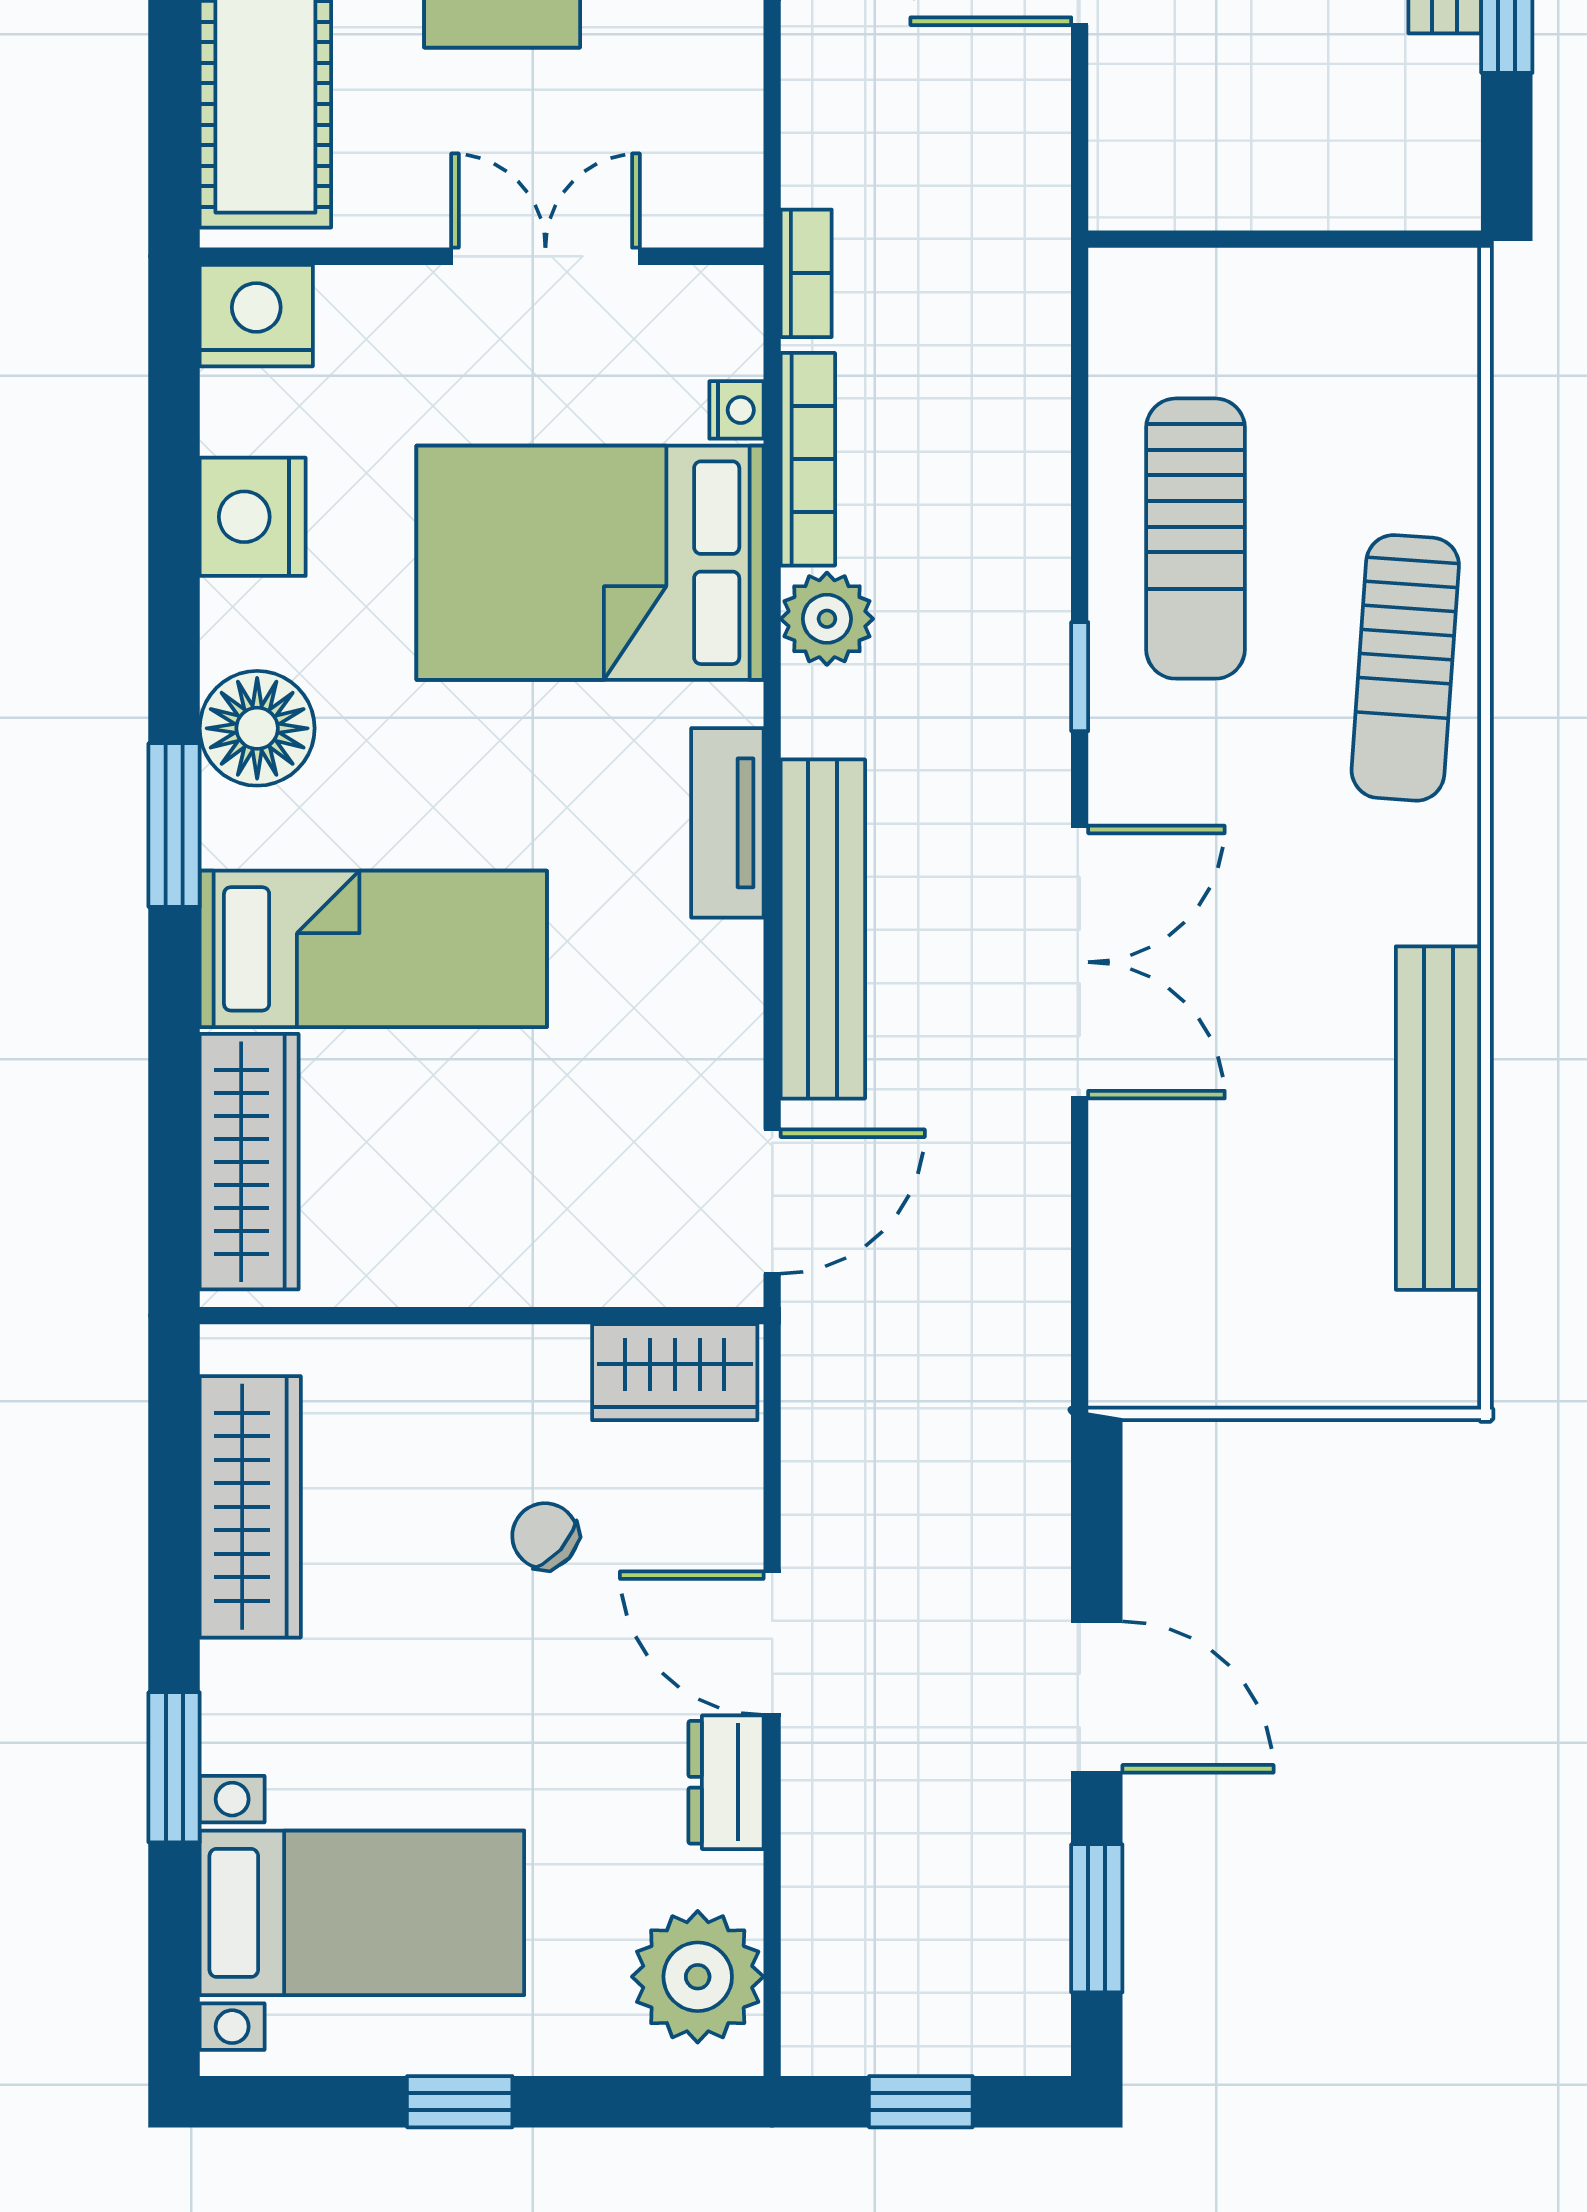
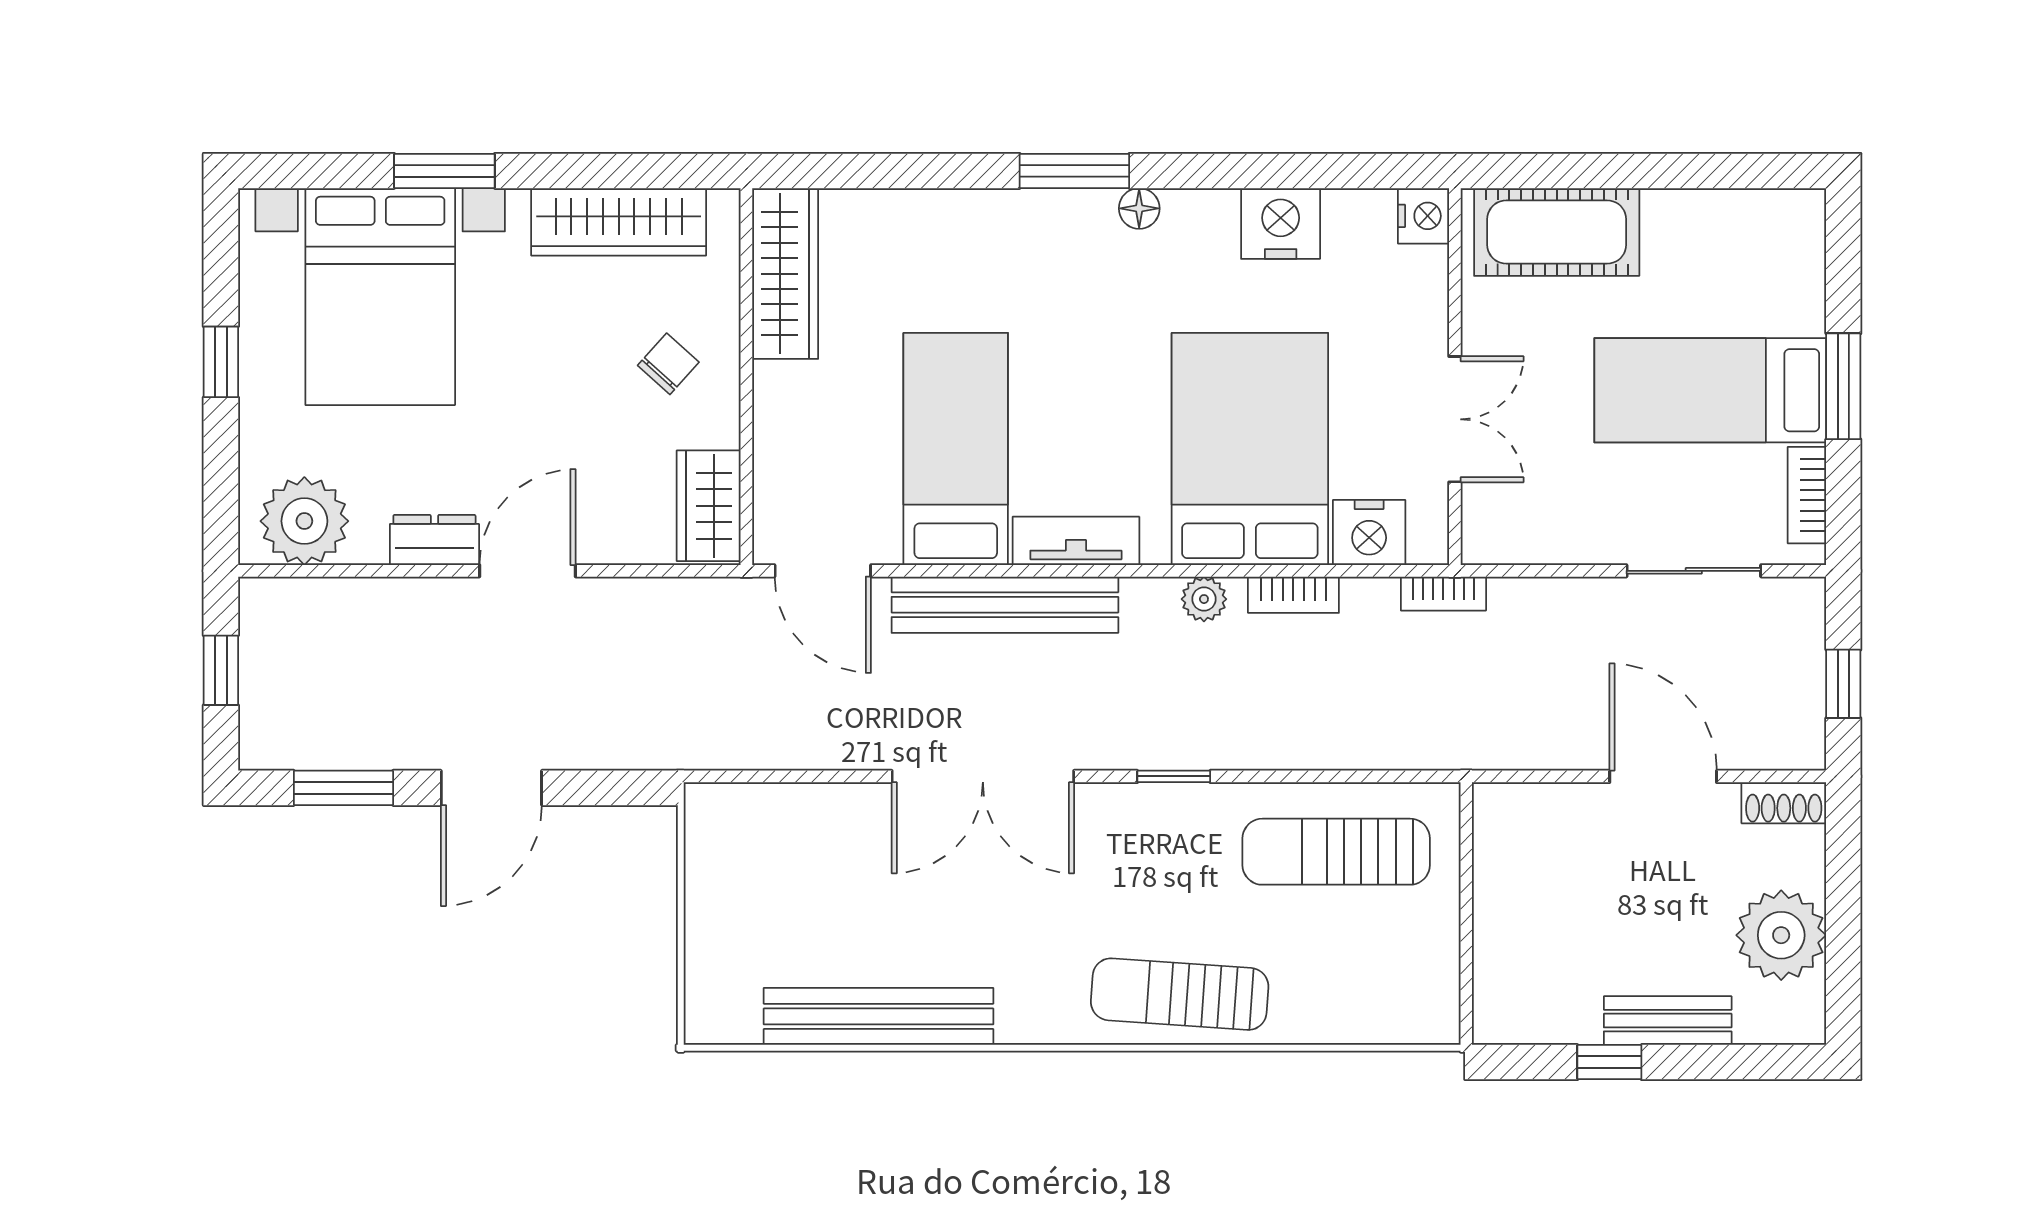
nightstand: (256, 316) -> (1423, 216), width x0.74, depth x0.75
nightstand: (736, 410) -> (1369, 533), width x1.89, depth x1.79
bookcase: (808, 459) -> (1293, 595), width x0.64
sun lounger: (1196, 539) -> (1336, 852), moved
plant: (827, 619) -> (1204, 599), width x0.73, depth x0.73
floor lamp: (257, 728) -> (1139, 208), width x0.53, depth x0.53
bed: (373, 949) -> (956, 449), moved, turned 180
wardrobe: (249, 1162) -> (785, 274), moved, turned -90
chair: (545, 1536) -> (668, 364), moved
bed with nightstands: (362, 1913) -> (380, 297), width x1.36

